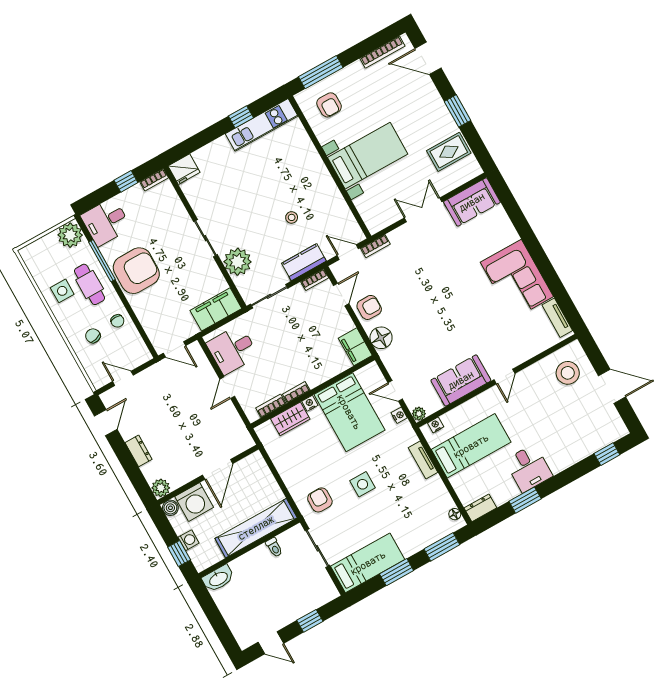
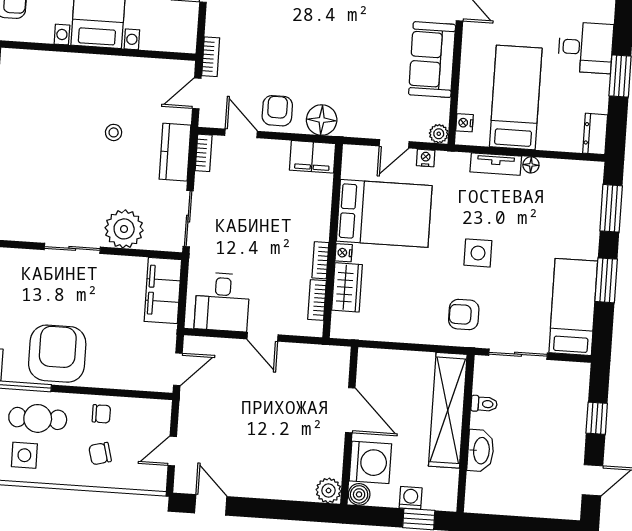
dresser: (139, 451) -> (269, 488), removed
floor lamp: (455, 514) -> (531, 165), moved
washbasin: (218, 579) -> (481, 451), moved

